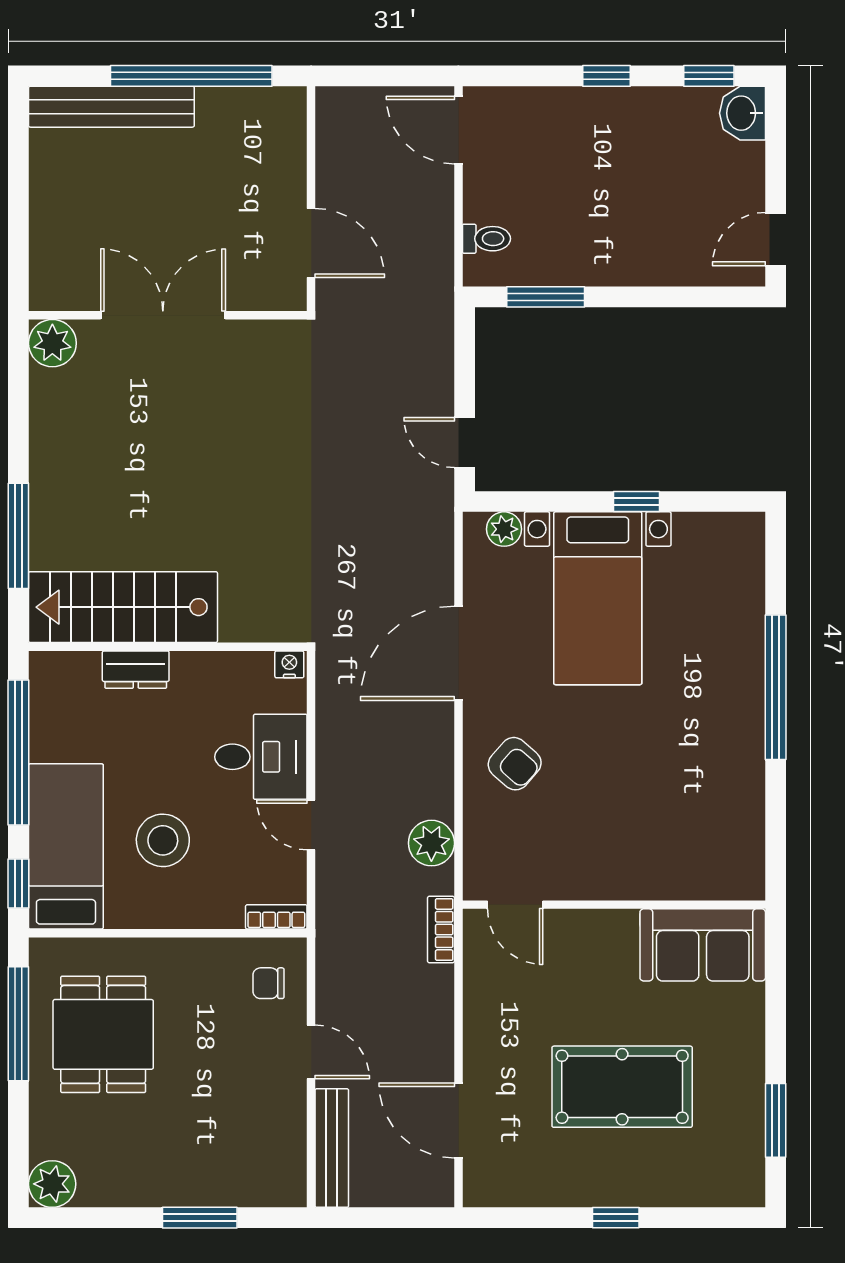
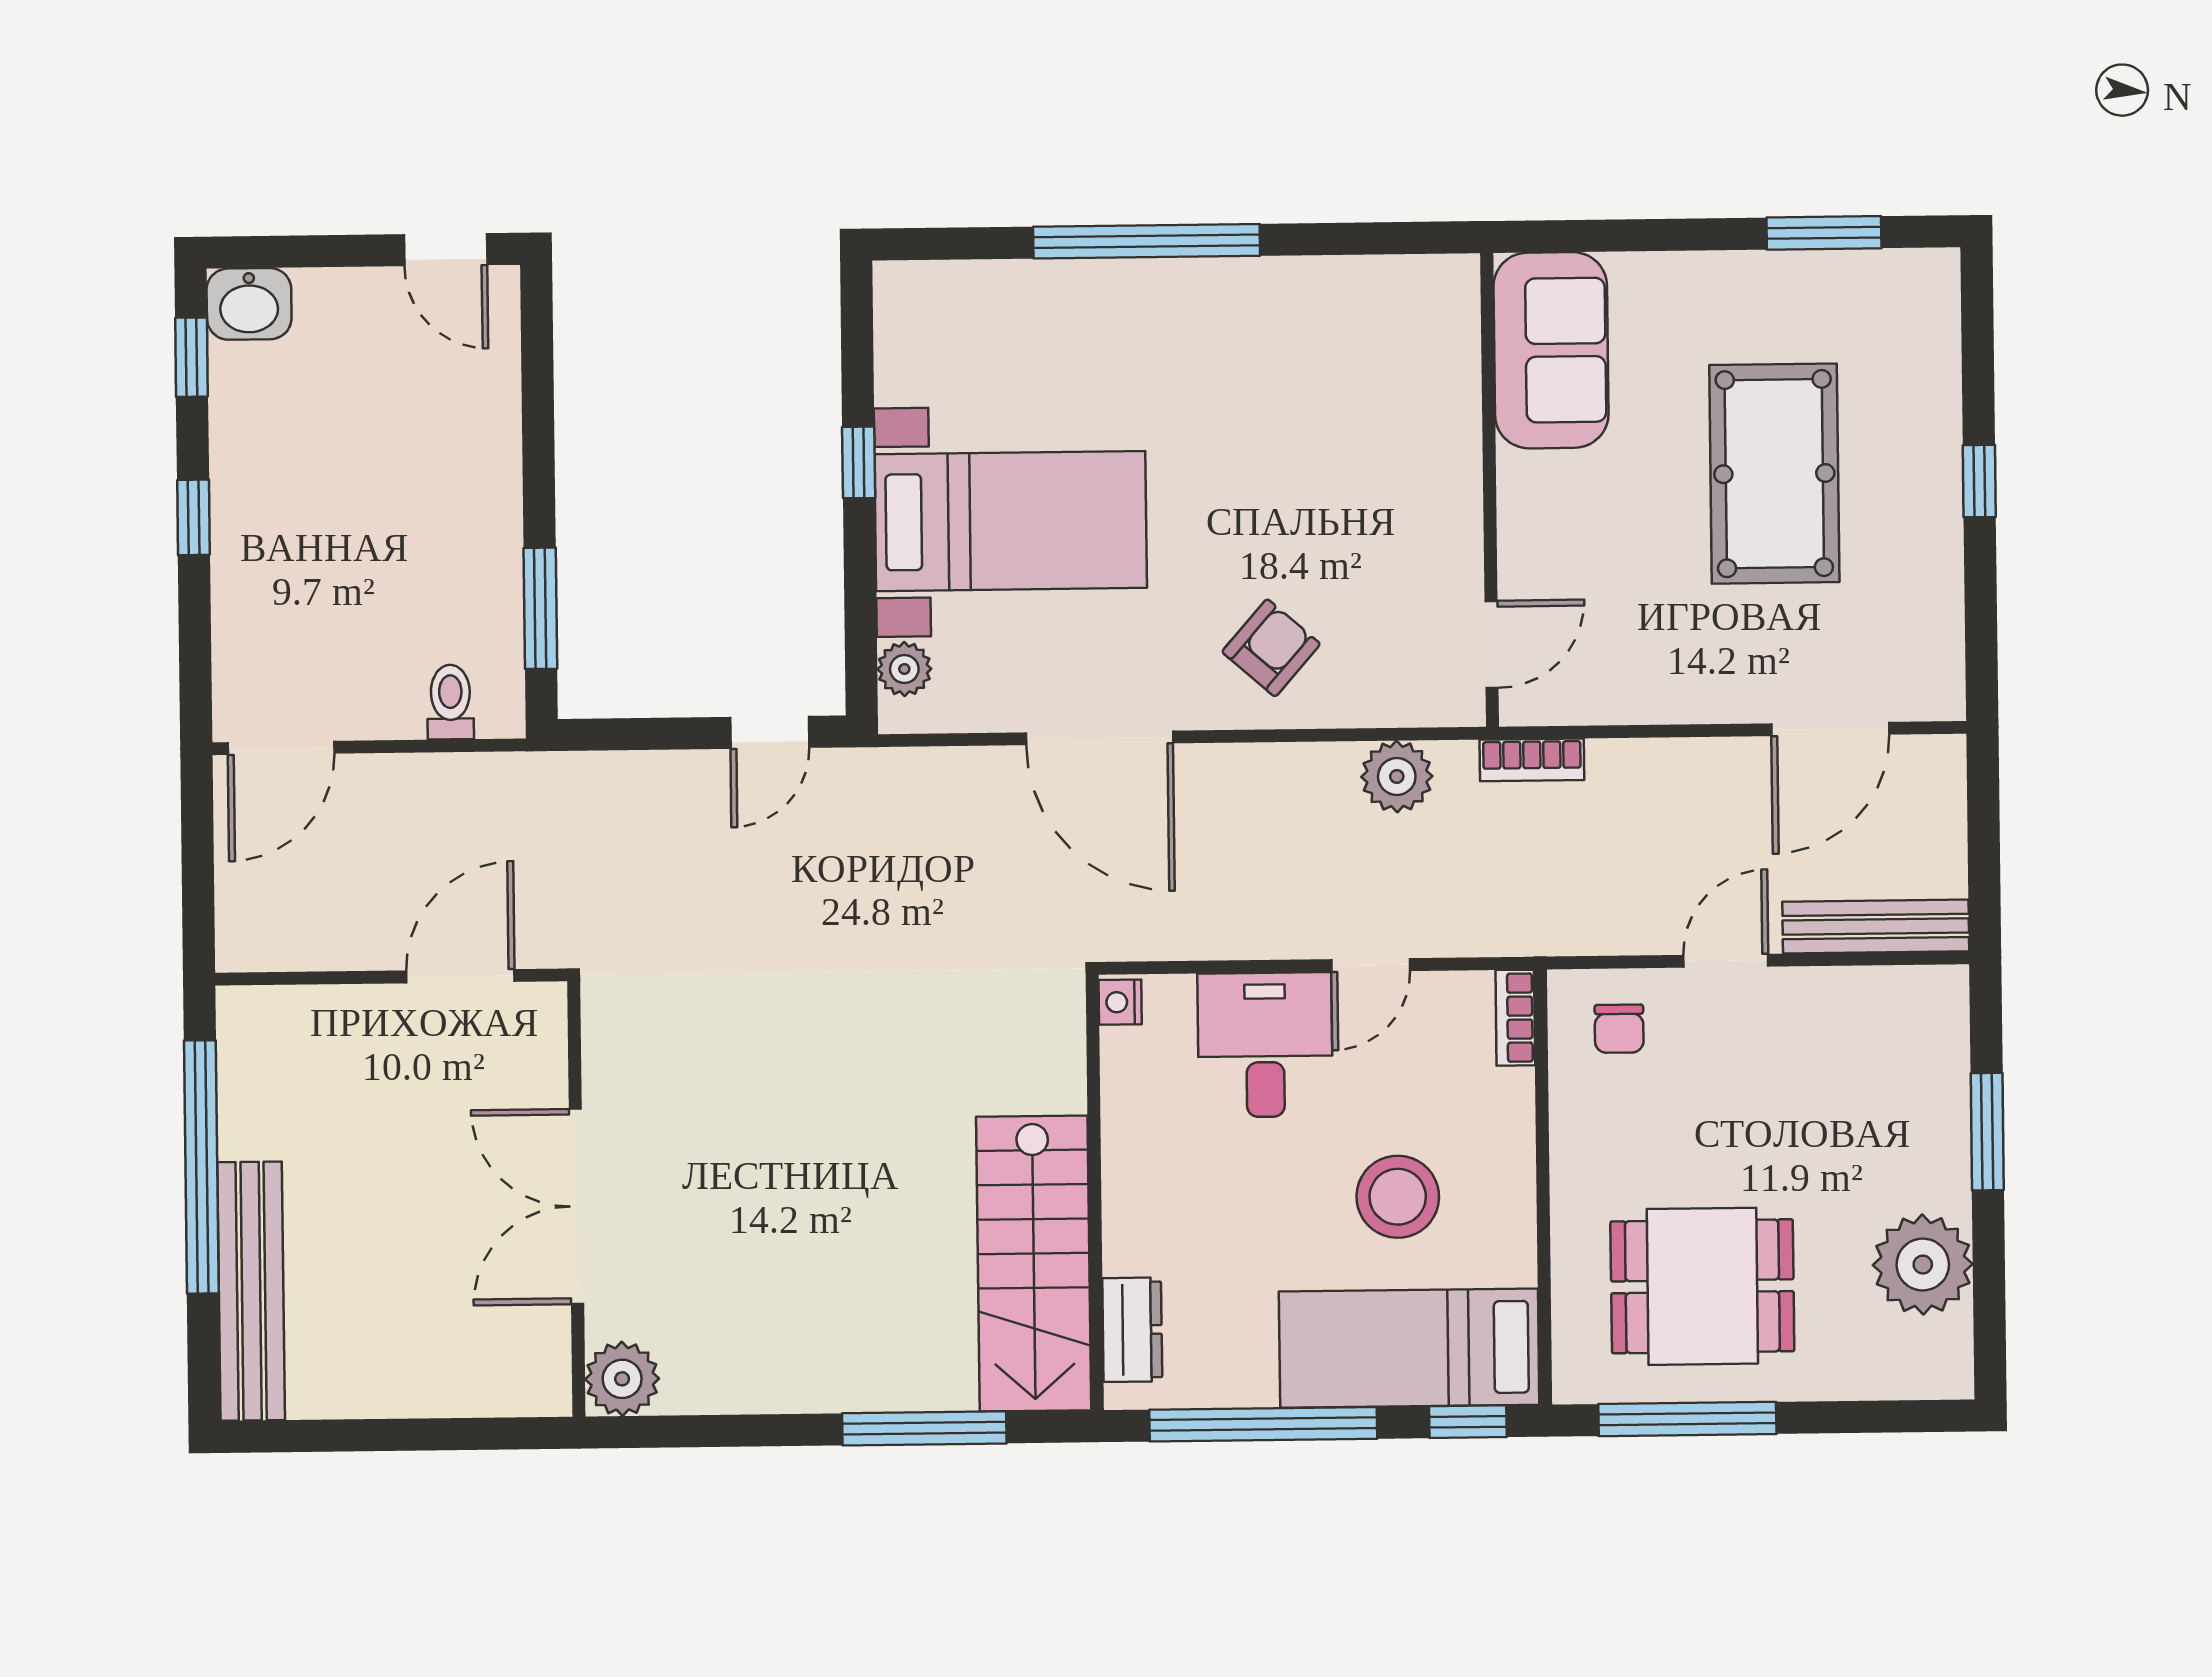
dresser: (136, 670) -> (1132, 1330), moved
plant: (52, 1184) -> (1923, 1265), moved, width x1.36, depth x1.36

